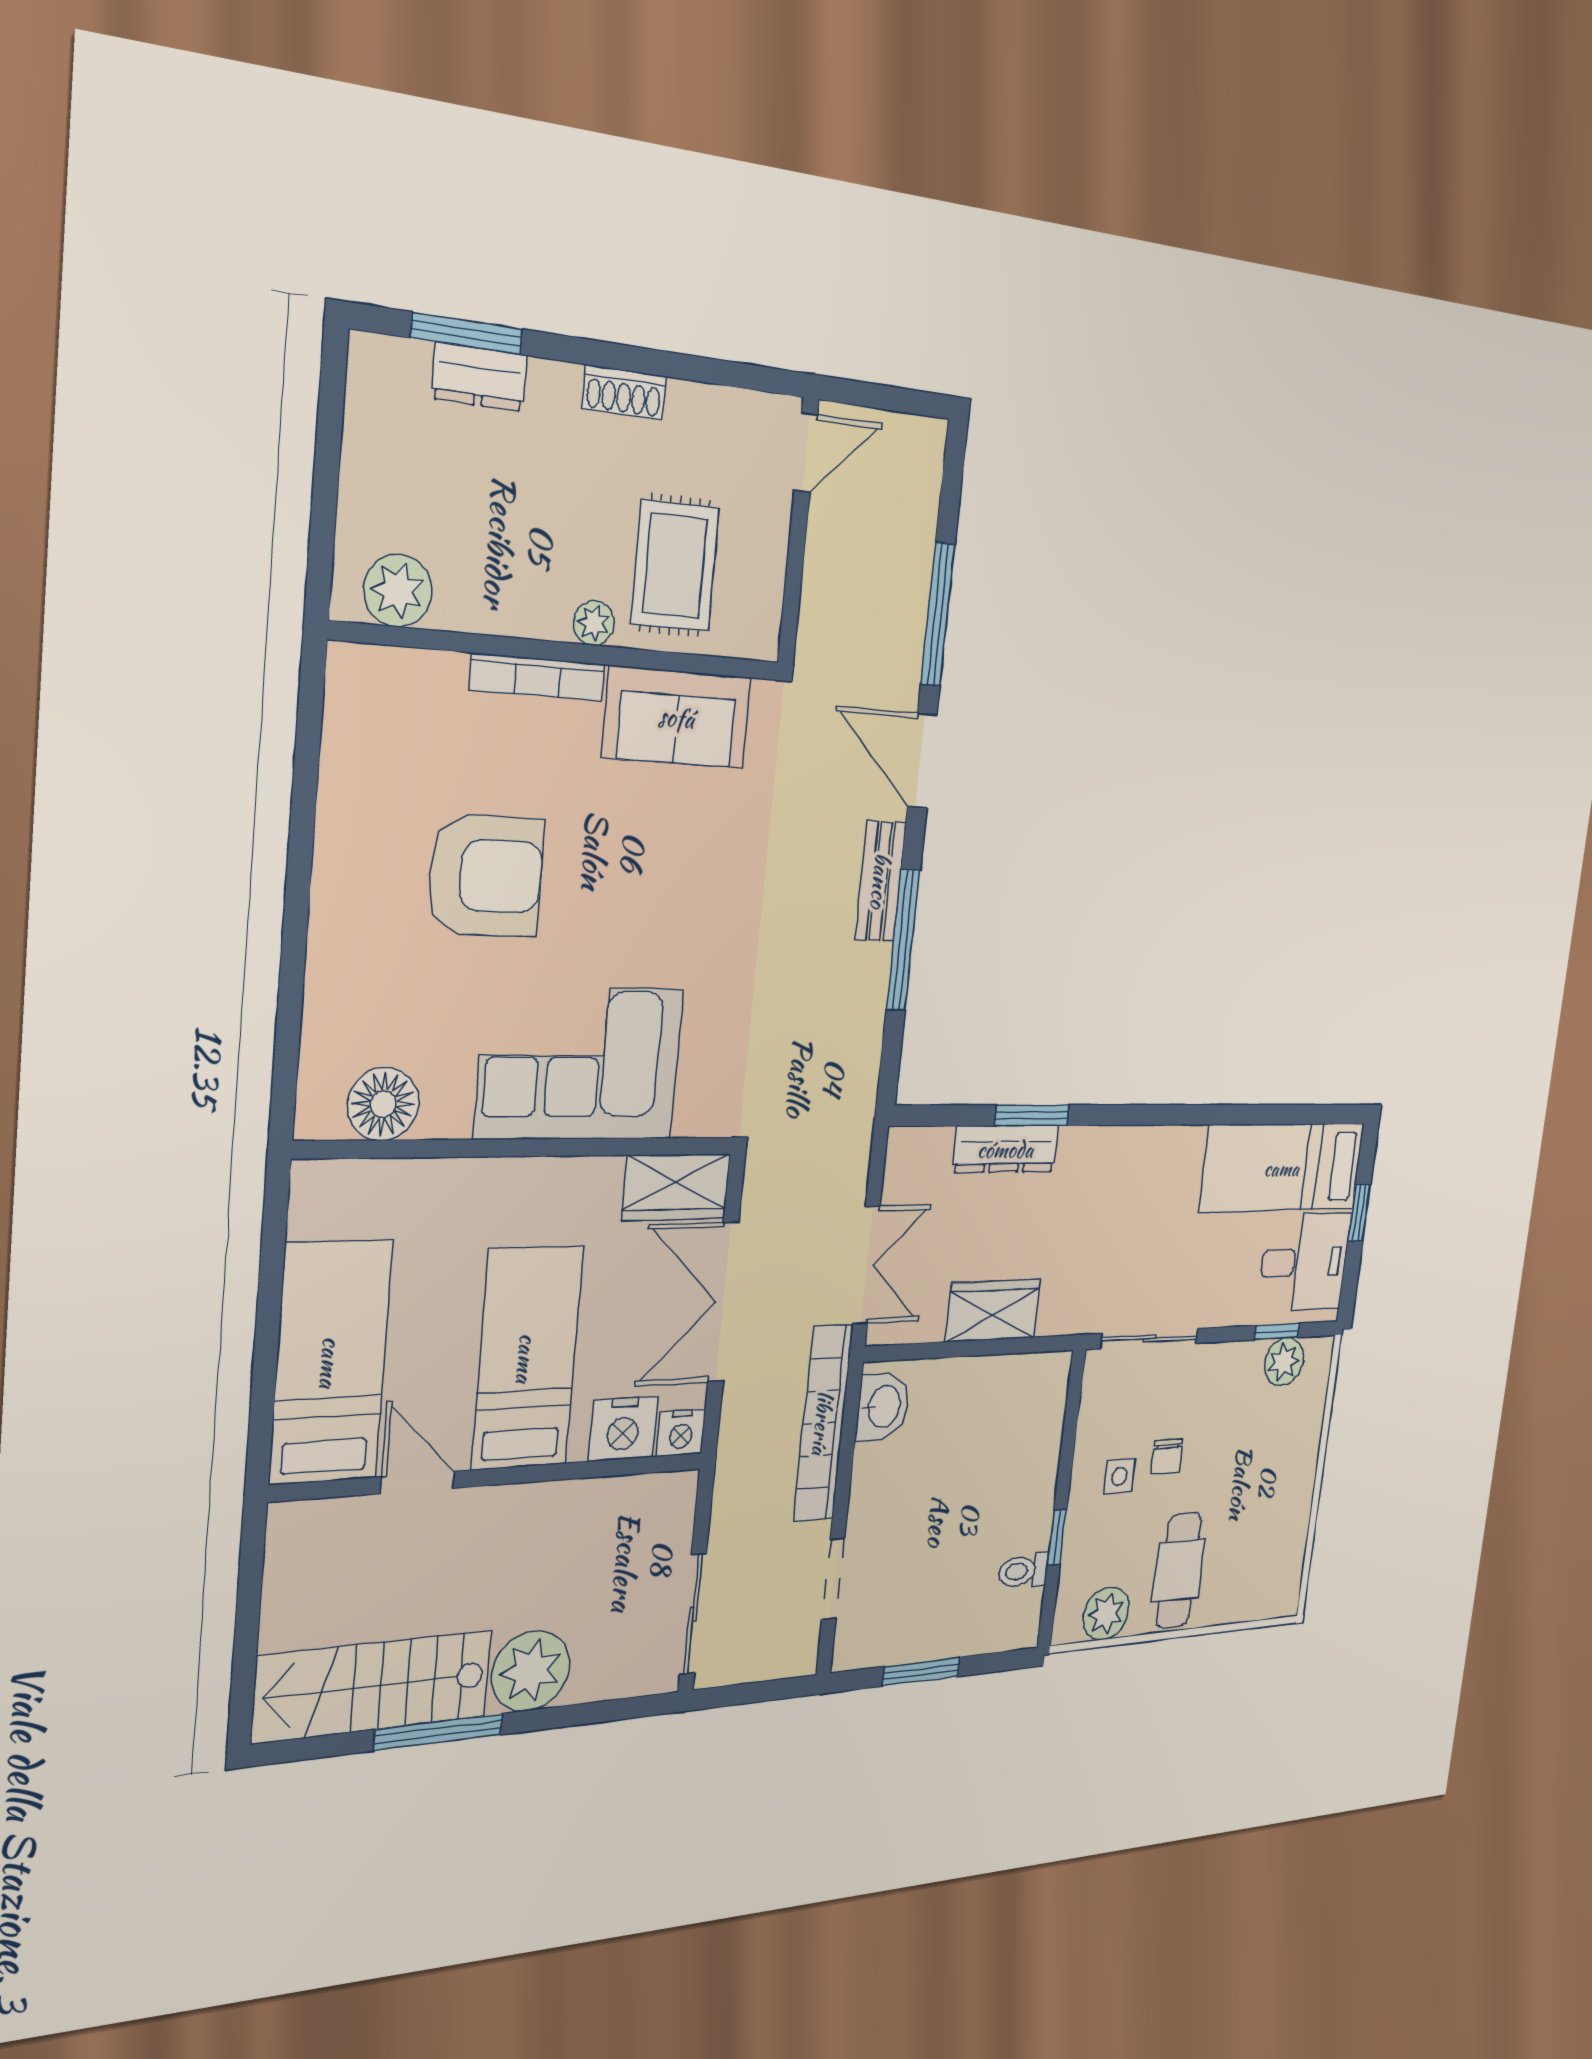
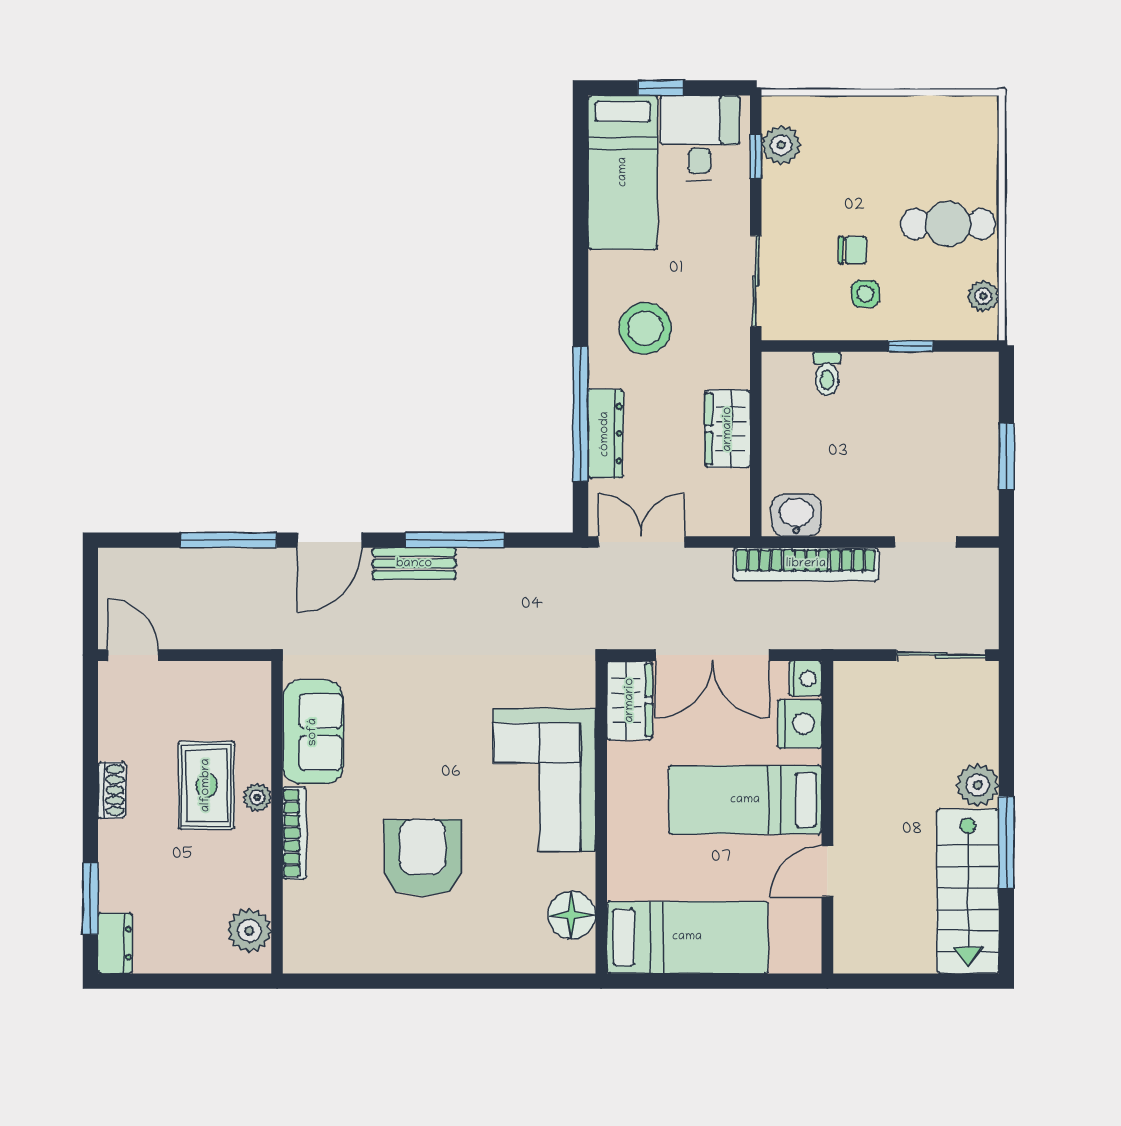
dresser: (480, 377) -> (115, 943), moved
rug: (675, 566) -> (206, 785), moved, turned 90
window: (1032, 1115) -> (580, 414), width x2.11
stool: (1117, 1199) -> (645, 328), added
double door: (866, 1265) -> (641, 542), moved
bed: (331, 1362) -> (687, 937), moved, turned 180
toilet: (1023, 1571) -> (827, 374), moved
plant: (1106, 1614) -> (983, 296), width x0.73, depth x0.73
plant: (531, 1671) -> (978, 785), width x0.73, depth x0.73

